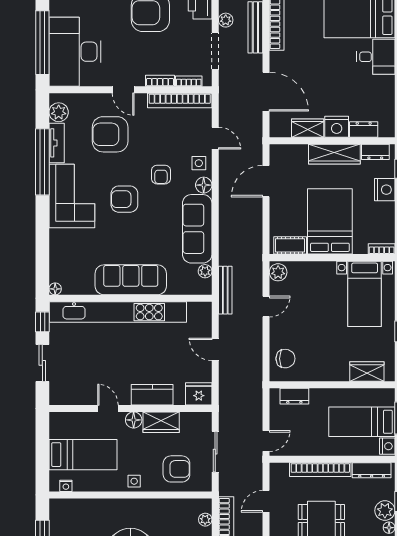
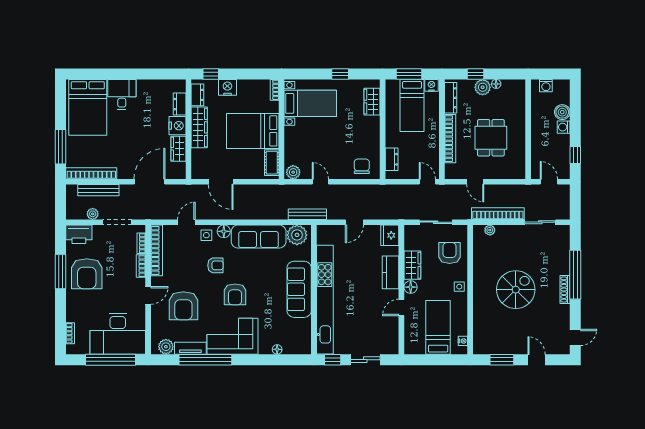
plant: (205, 271) -> (297, 235), width x1.87, depth x1.87
floor lamp: (55, 289) -> (277, 349), moved

